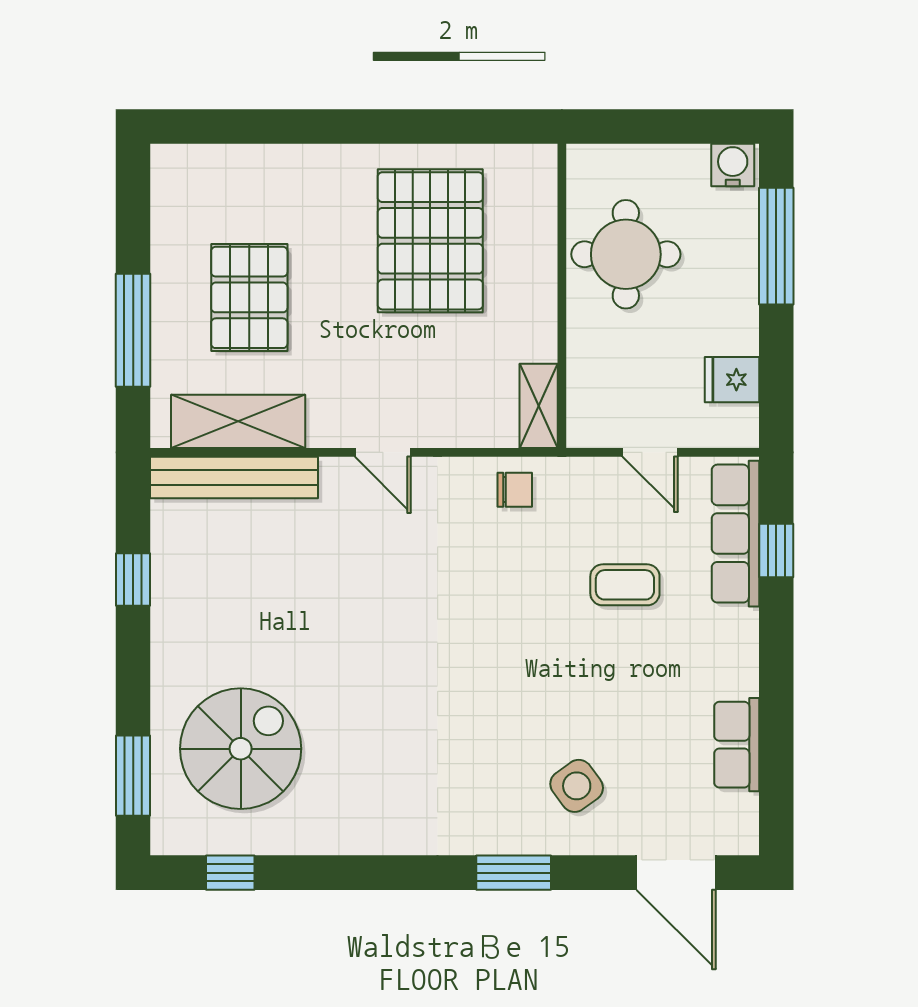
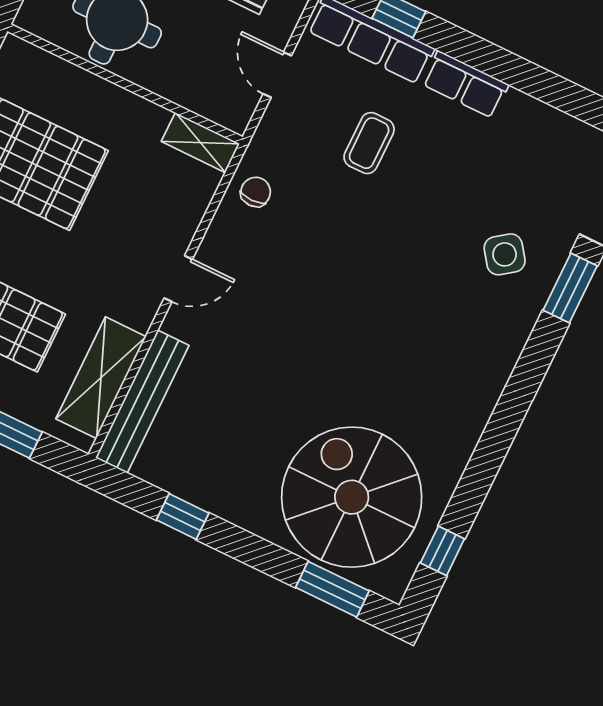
door: (650, 452) -> (277, 75), swing flipped
row of seats: (737, 745) -> (465, 84), moved
spiral stairs: (241, 749) -> (352, 497), width x1.37, depth x1.37
window: (514, 873) -> (570, 288), moved

